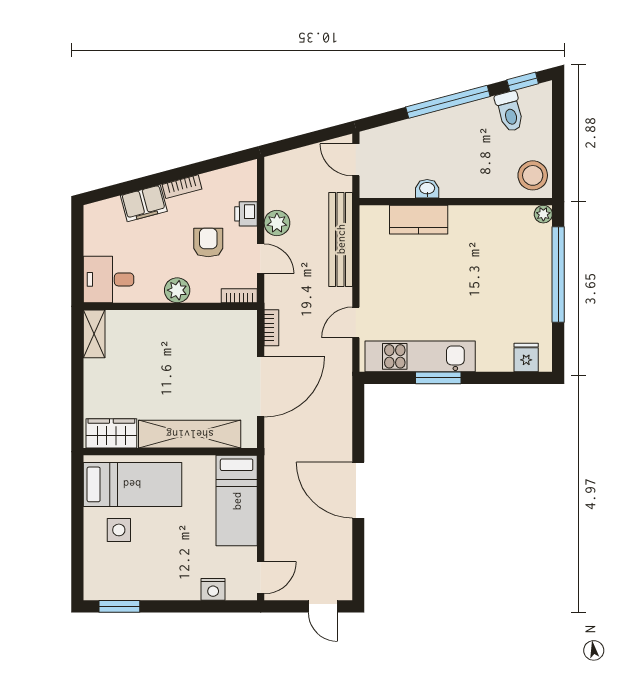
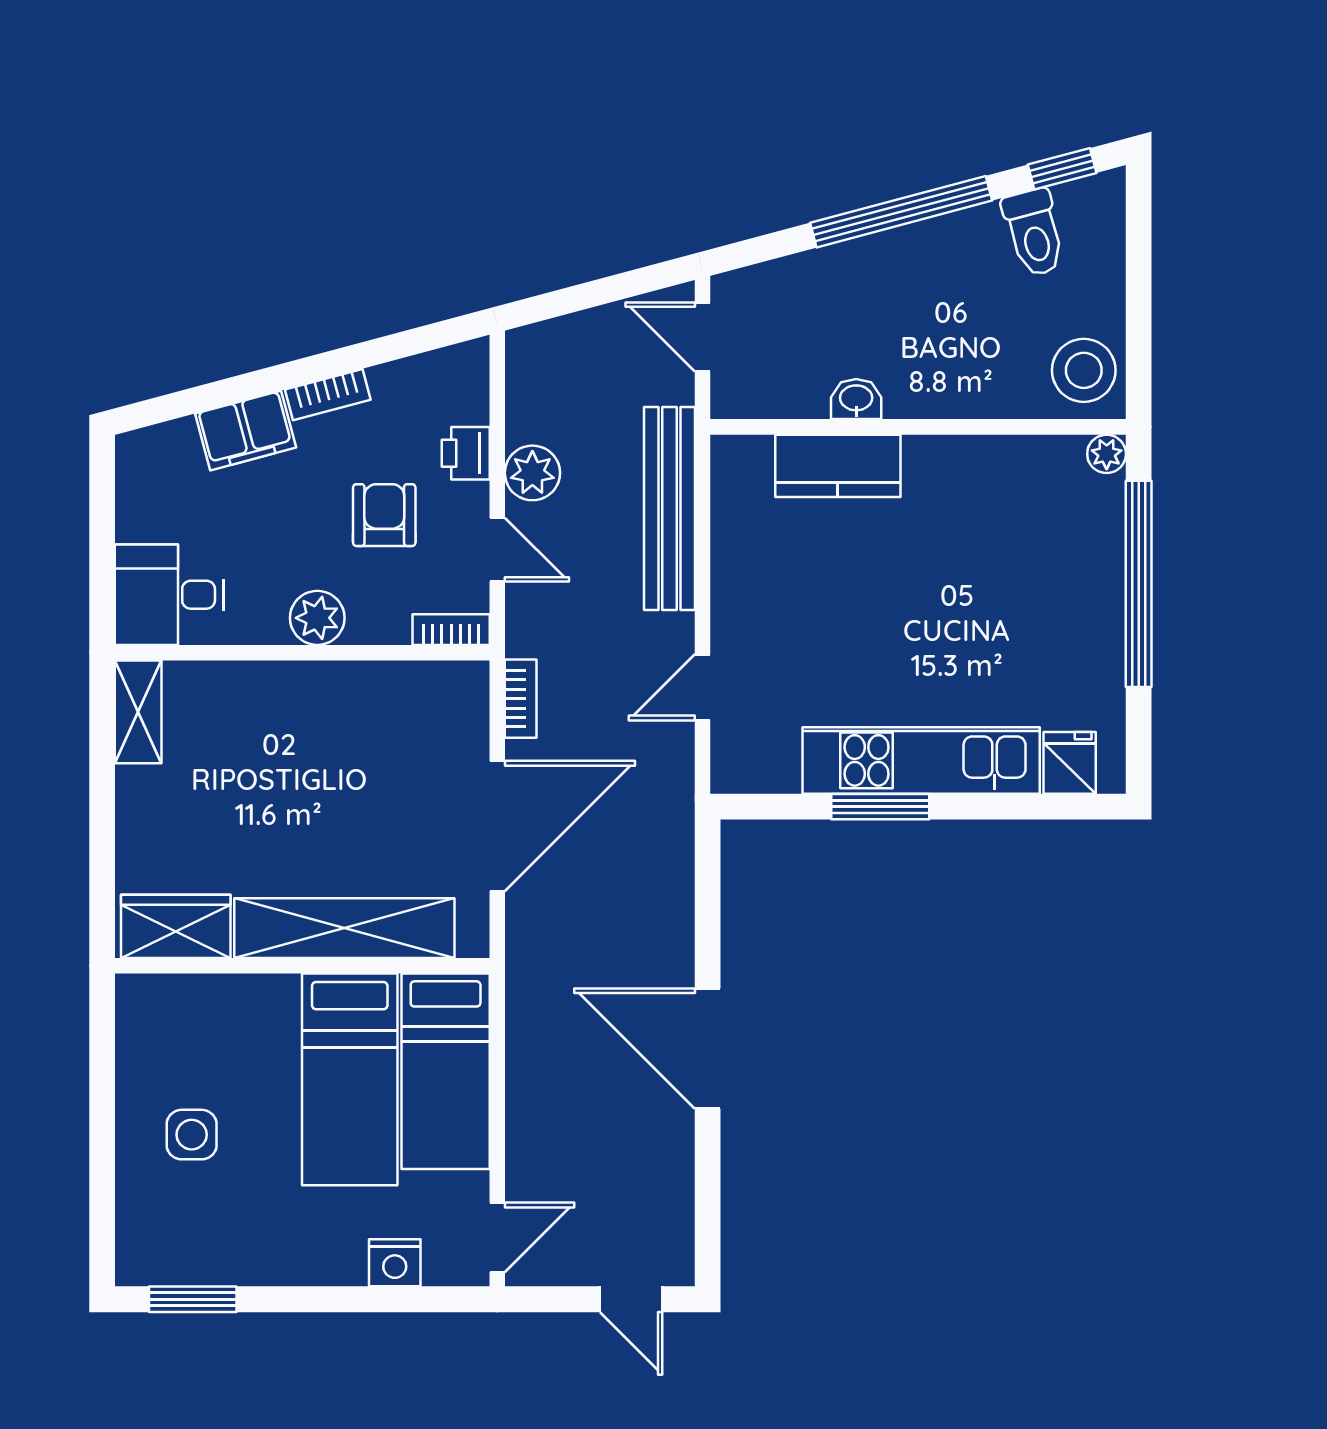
kitchen unit: (420, 356) -> (921, 760), moved
bed: (132, 484) -> (350, 1079), moved, turned 90

